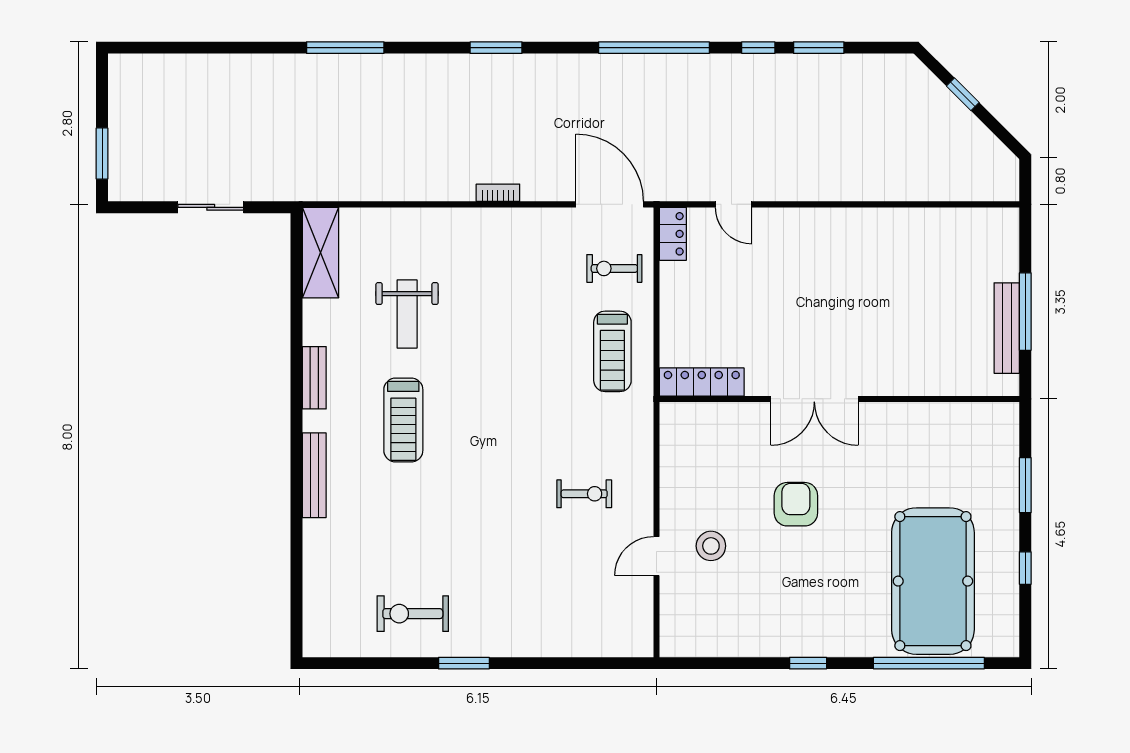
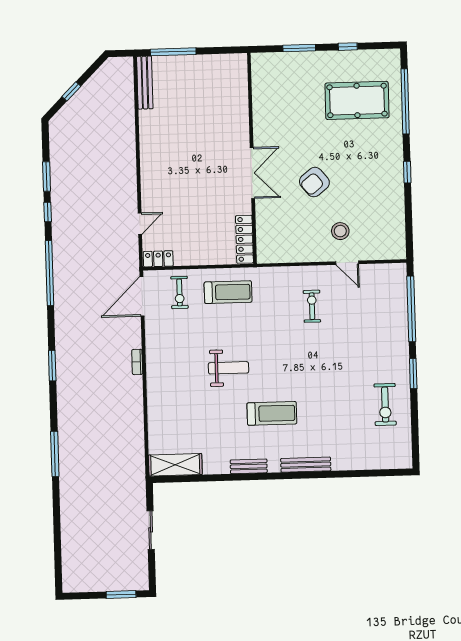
window: (1025, 312) -> (173, 52), moved
weight bench: (407, 314) -> (228, 368), moved
bench: (1007, 328) -> (145, 83), moved, turned 90
armchair: (796, 504) -> (314, 182), turned -39
pool table: (933, 581) -> (357, 100), width x0.73, depth x0.76
window: (575, 663) -> (411, 309), added

